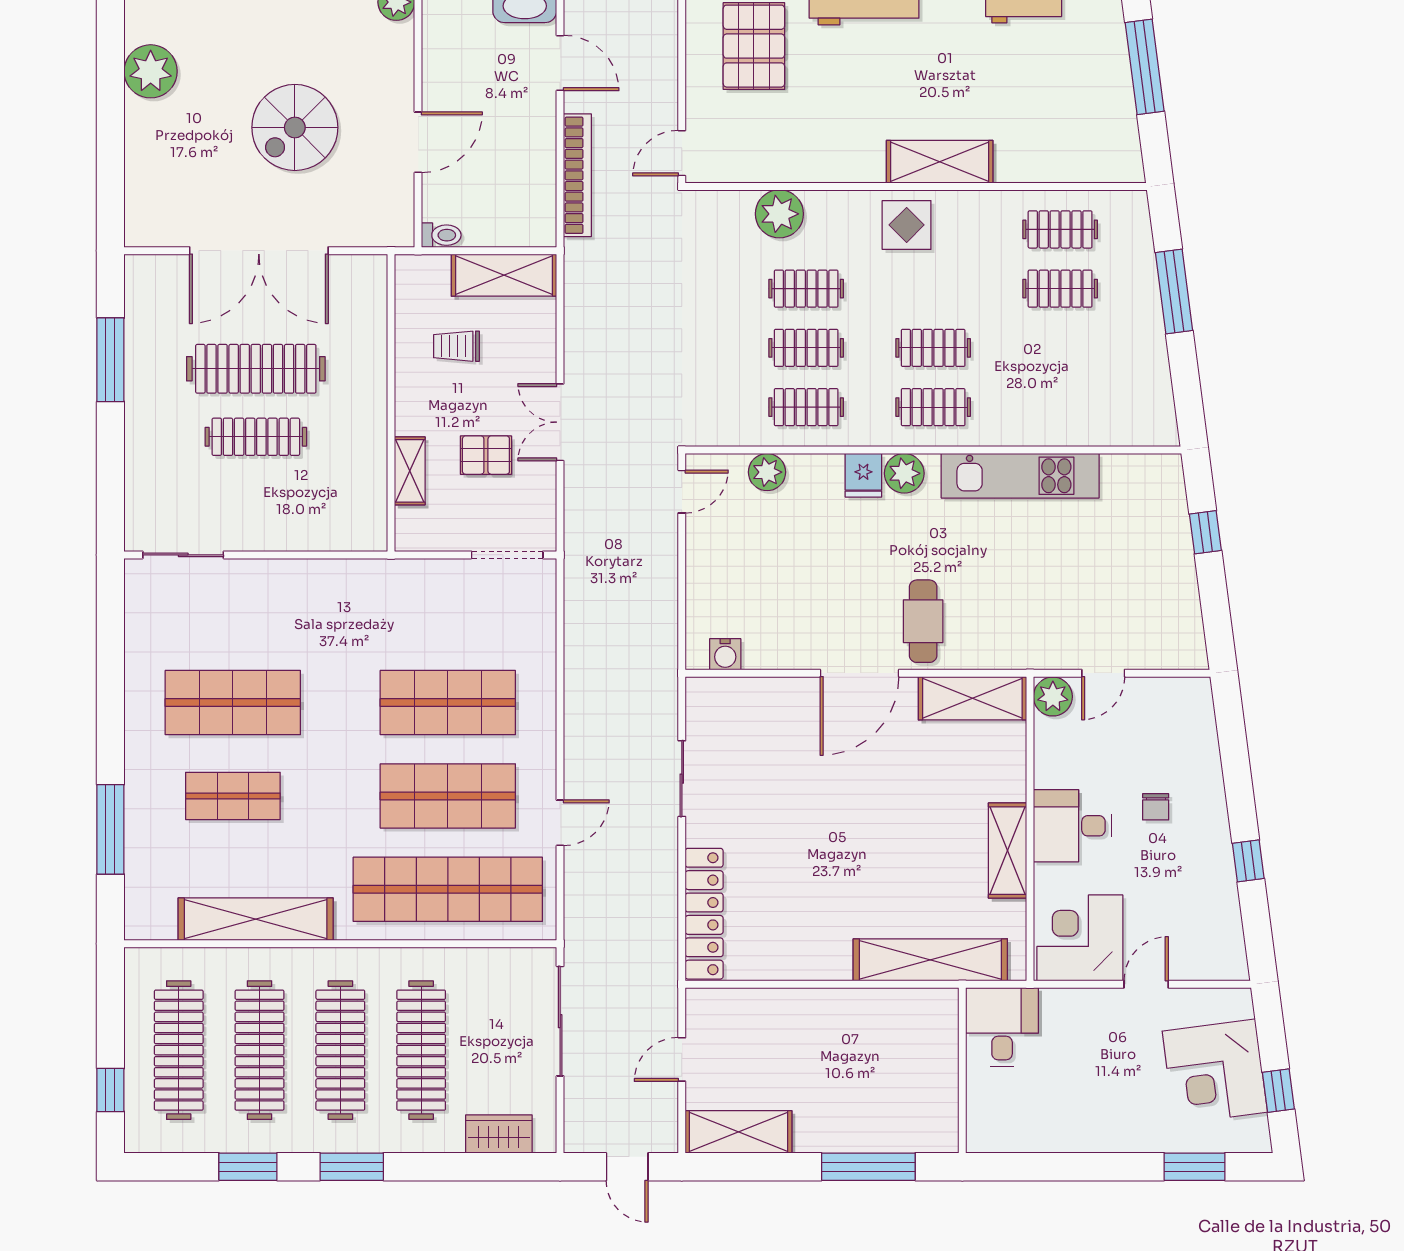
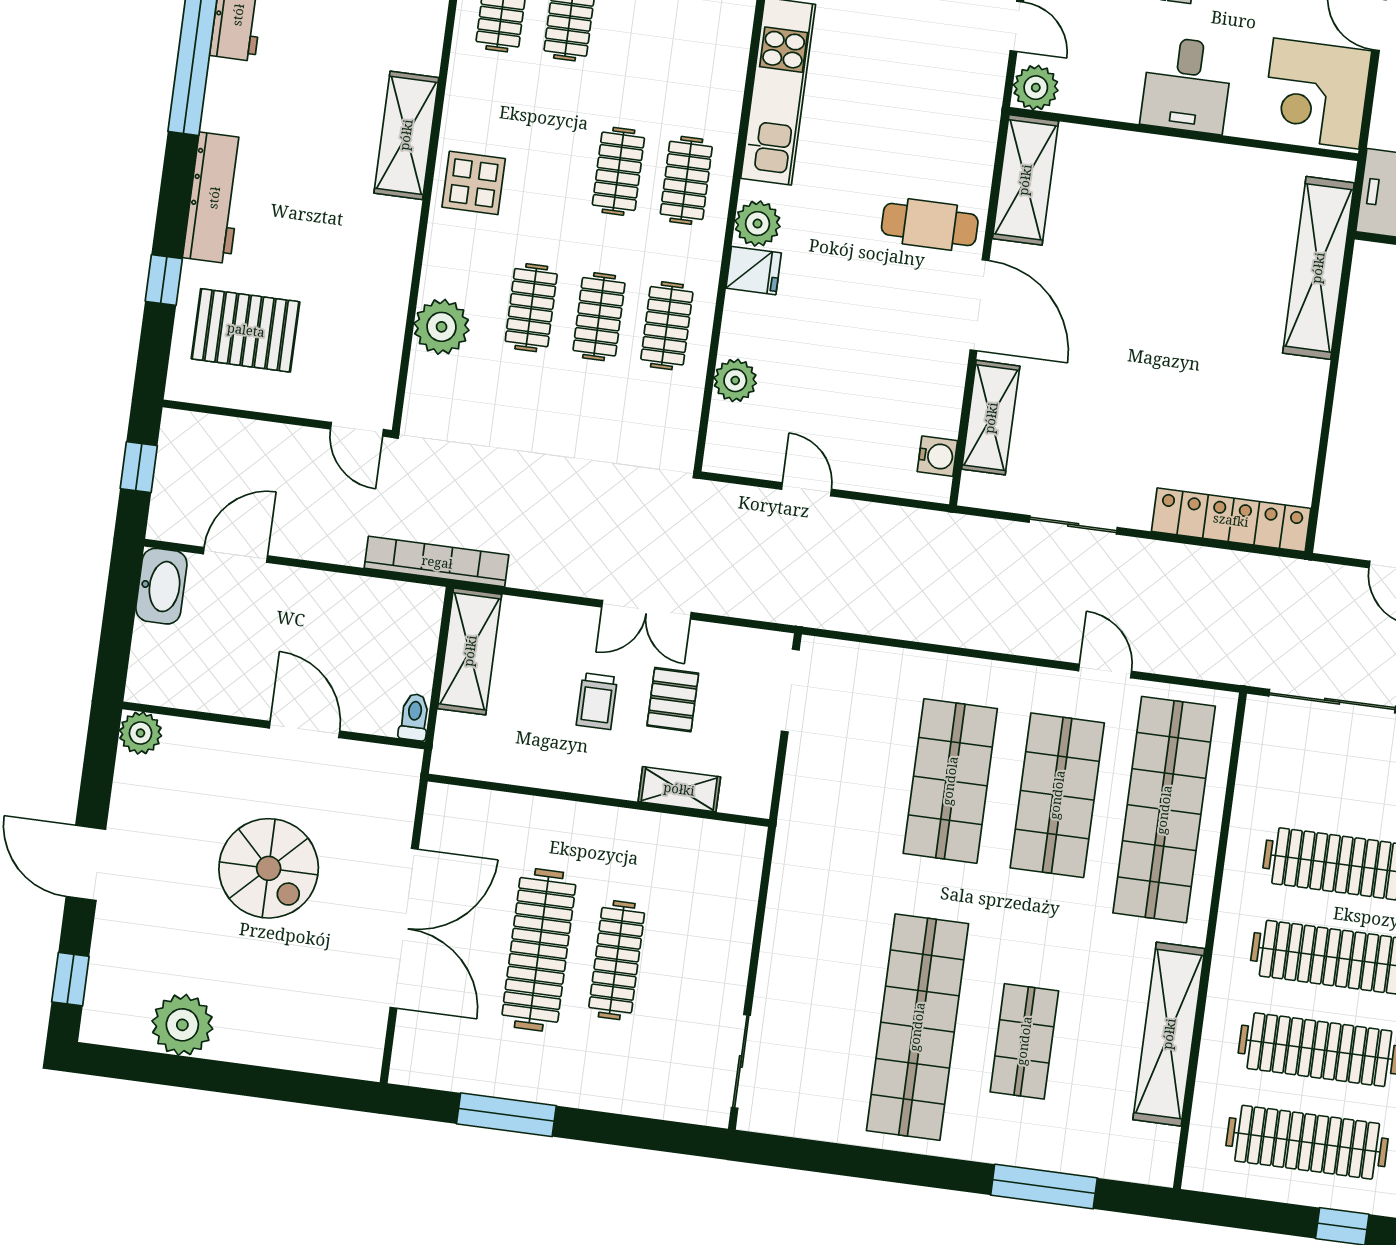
bookcase: (577, 175) -> (437, 562), moved
trolley: (456, 346) -> (597, 701), moved
door: (682, 492) -> (806, 489), moved
shop shelf: (233, 703) -> (917, 1027), width x1.40
shelving: (1008, 851) -> (991, 418), moved, turned 90

